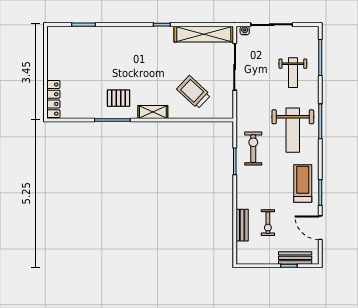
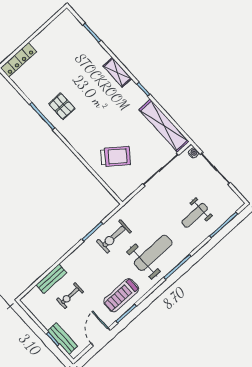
trolley: (194, 92) -> (115, 157), turned 85
shelving: (153, 112) -> (117, 72), moved
weight bench: (293, 130) -> (153, 253), turned 180
exercise bike: (253, 149) -> (114, 237), turned 180
treadmill: (303, 184) -> (121, 295), turned 180

